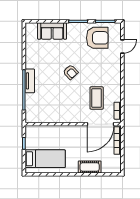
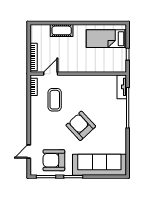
sofa: (52, 31) -> (99, 165), width x1.85, depth x1.27
armchair: (71, 72) -> (81, 126), width x1.88, depth x1.88
tv unit: (30, 81) -> (122, 87), moved
door: (101, 124) -> (51, 74), width x0.53

